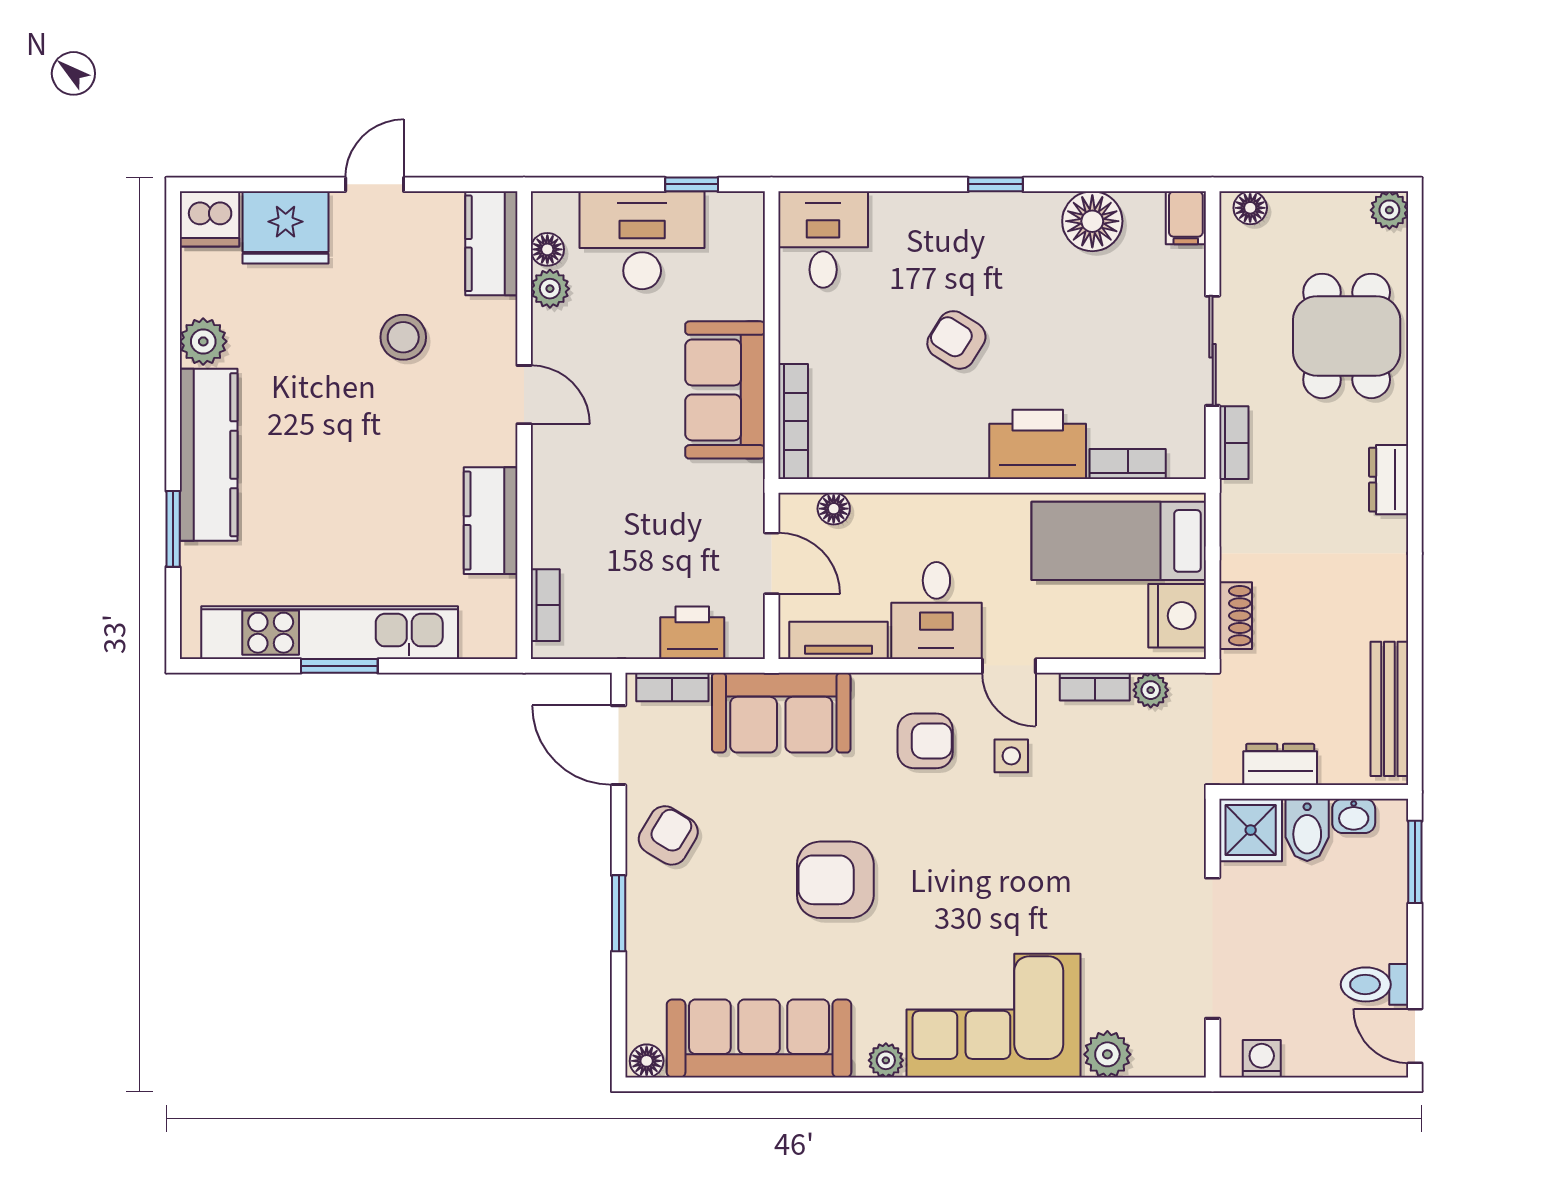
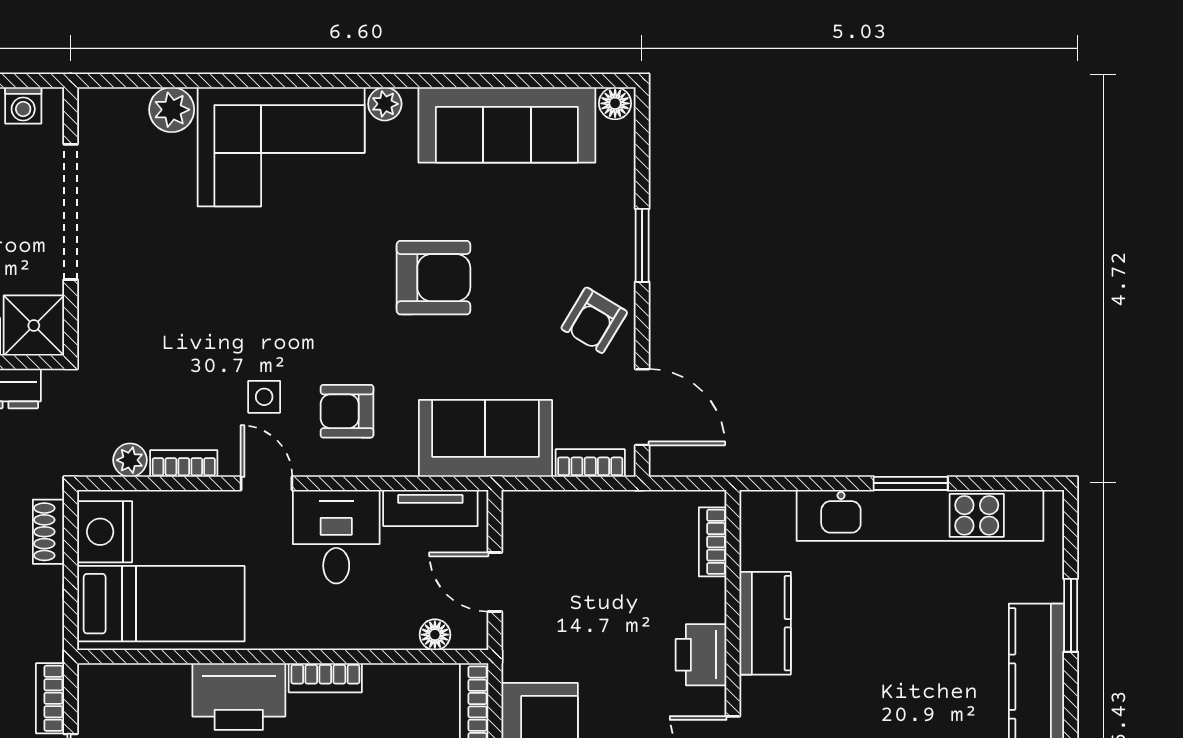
bookcase: (1128, 464) -> (325, 678), moved
printer: (692, 633) -> (701, 655), moved, turned 90

